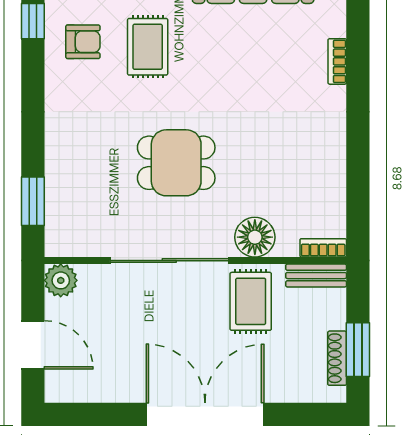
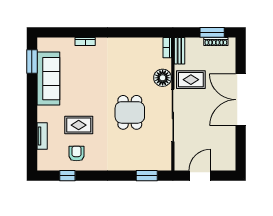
plant: (61, 280) -> (182, 163), removed
door: (33, 345) -> (200, 176), moved

